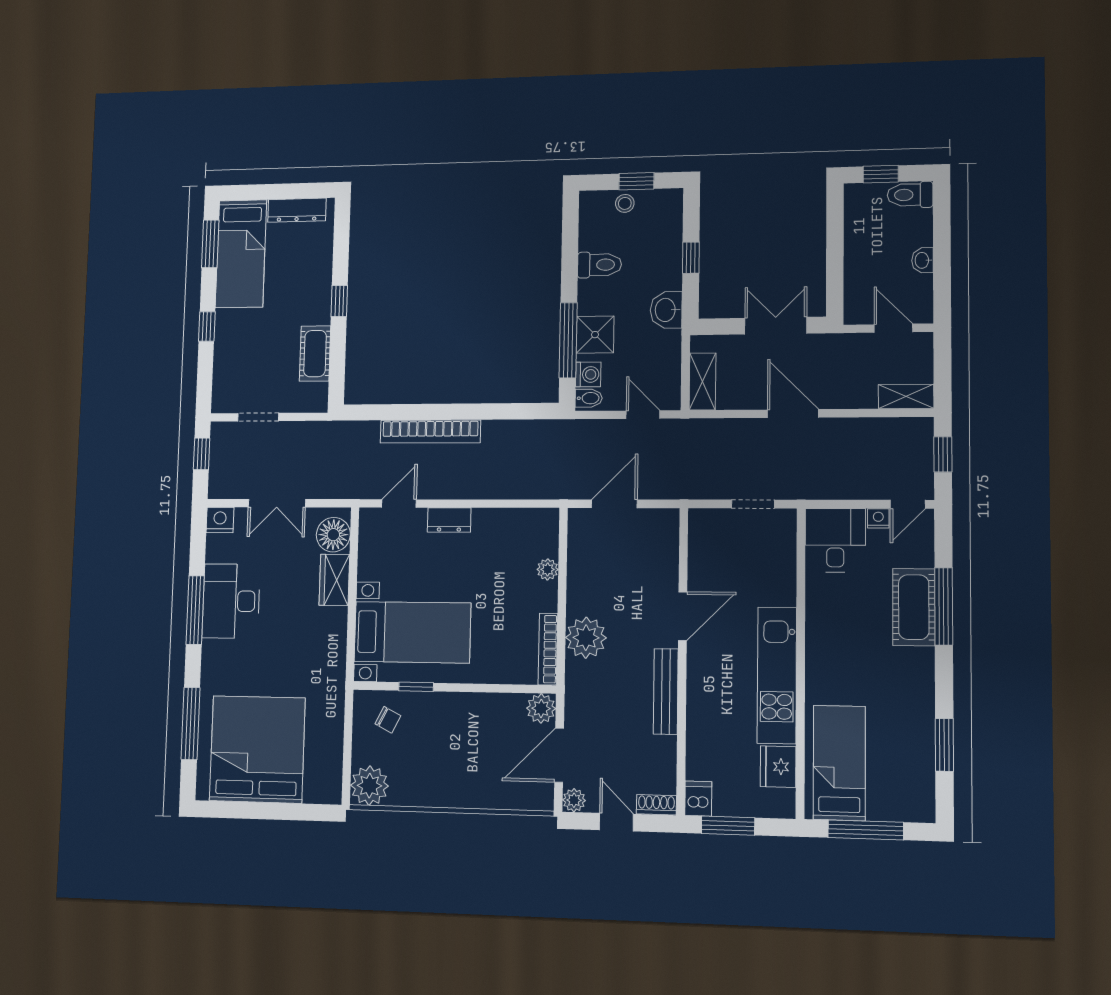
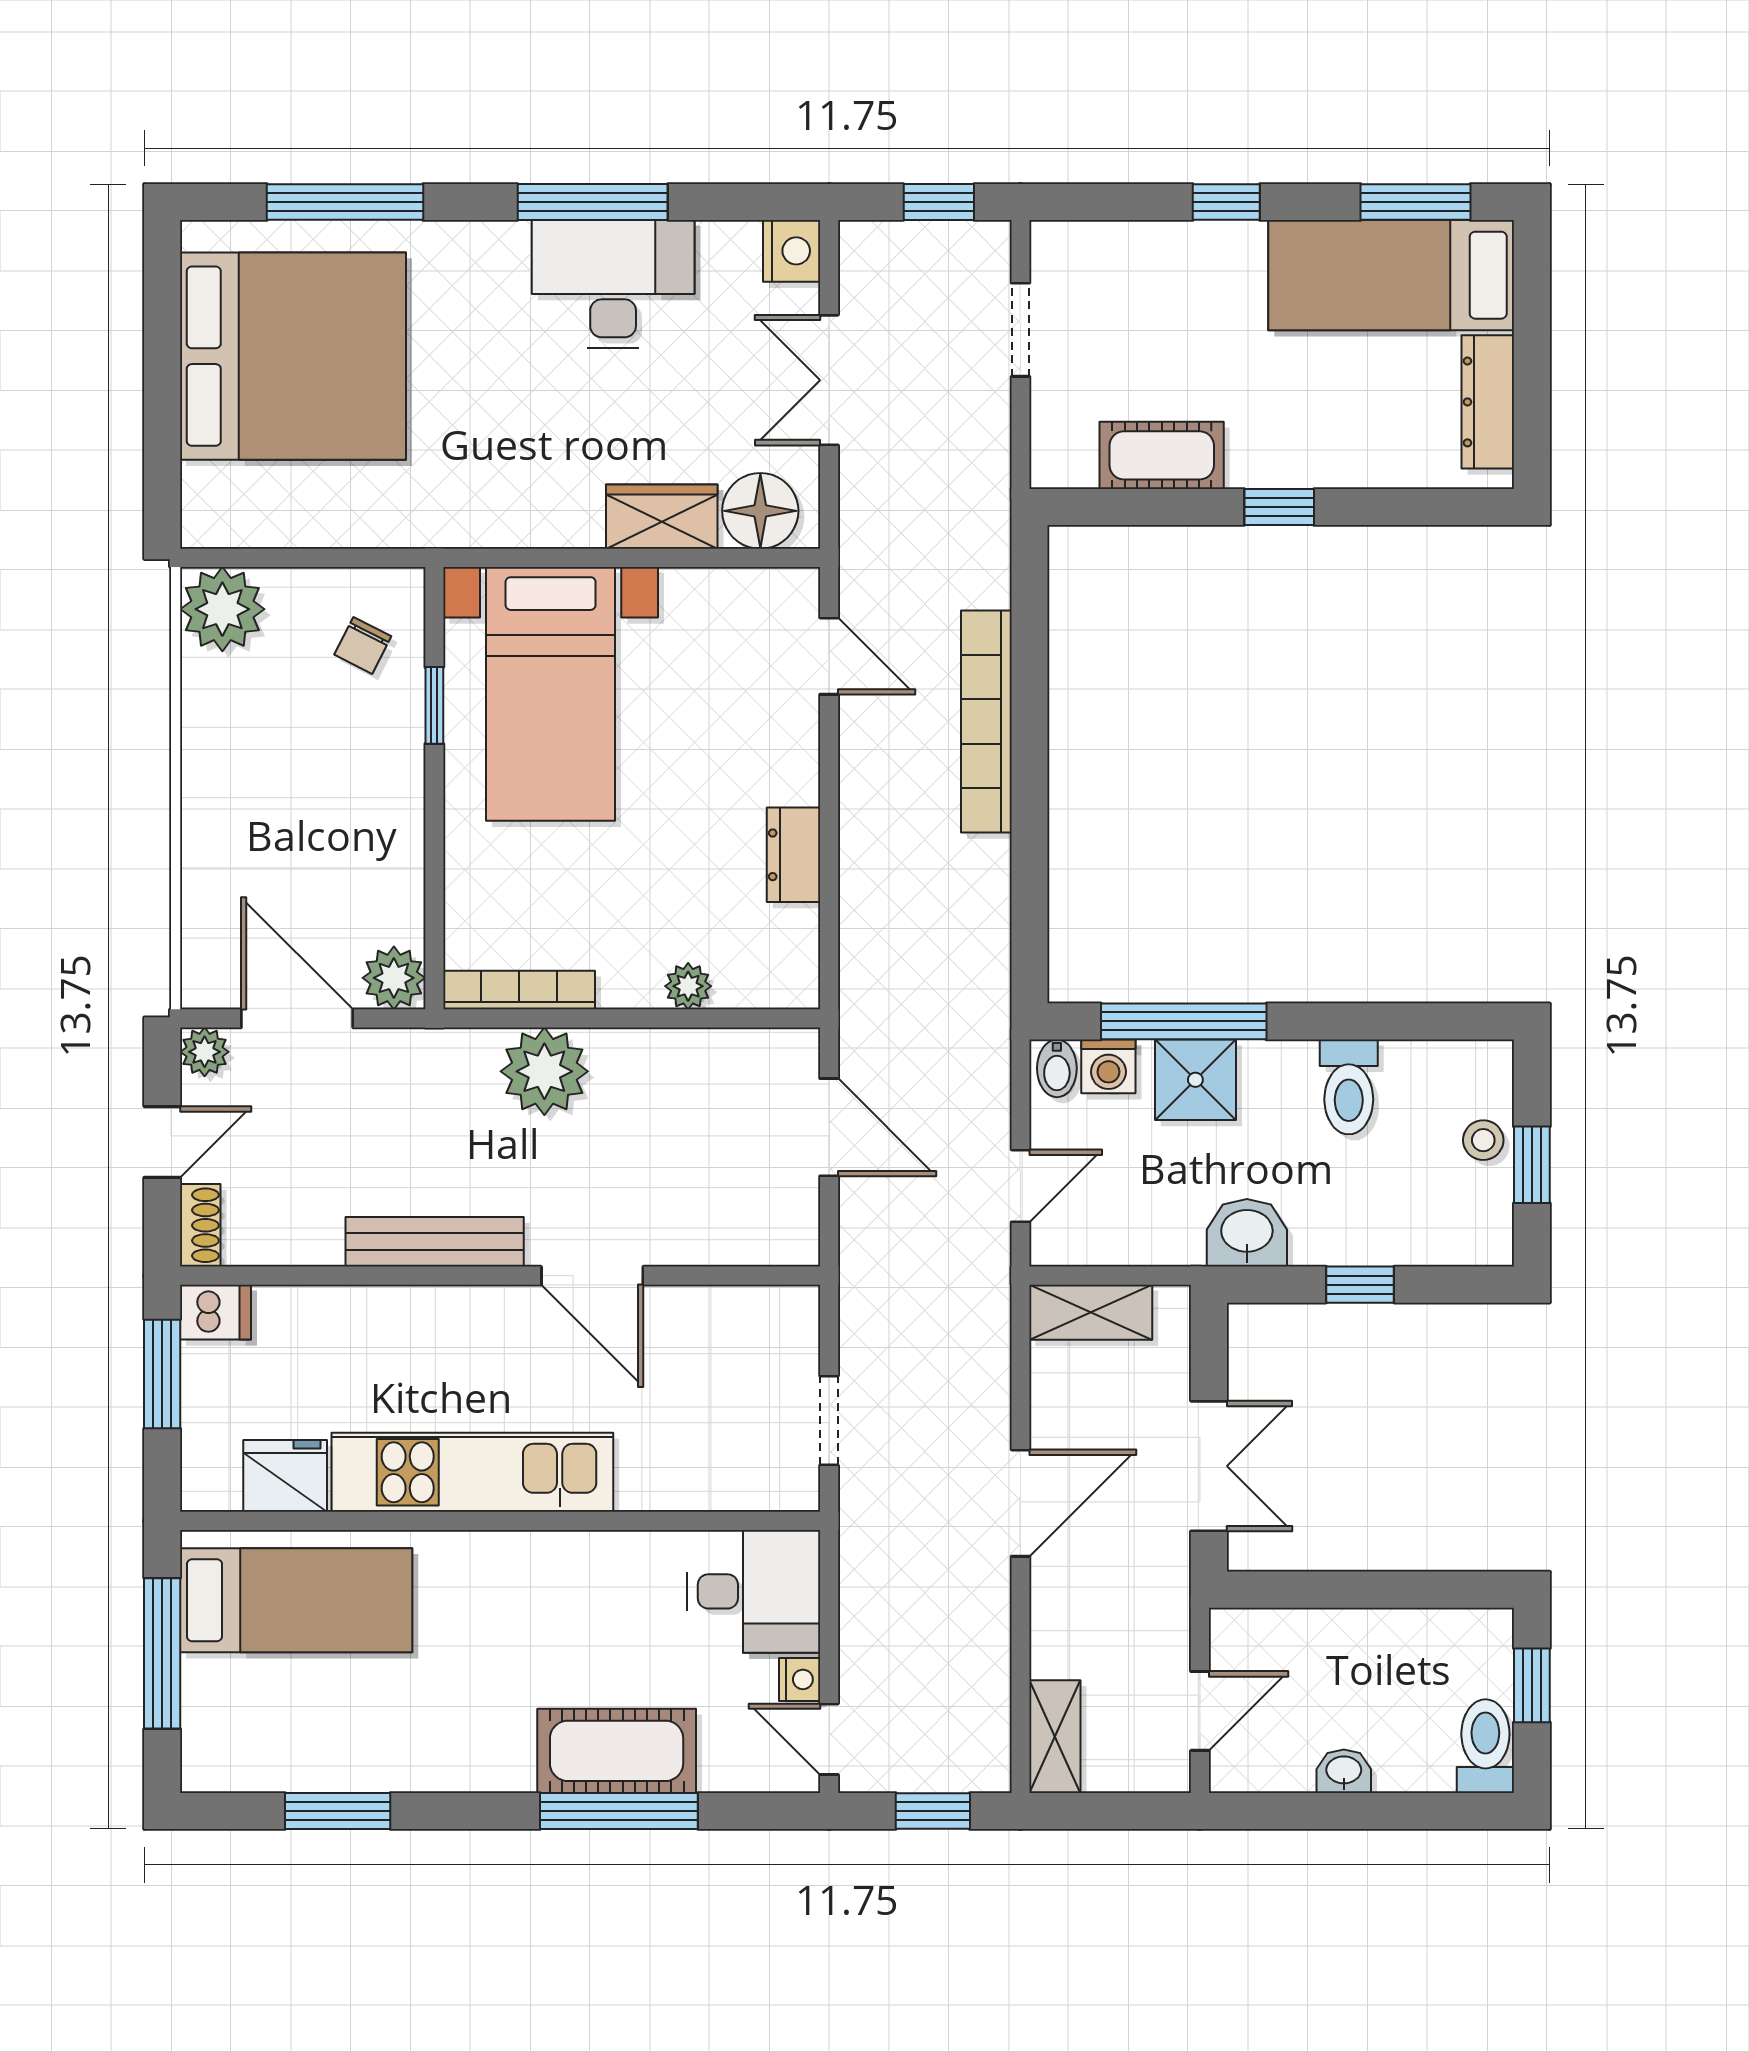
dresser: (449, 520) -> (793, 855), moved

